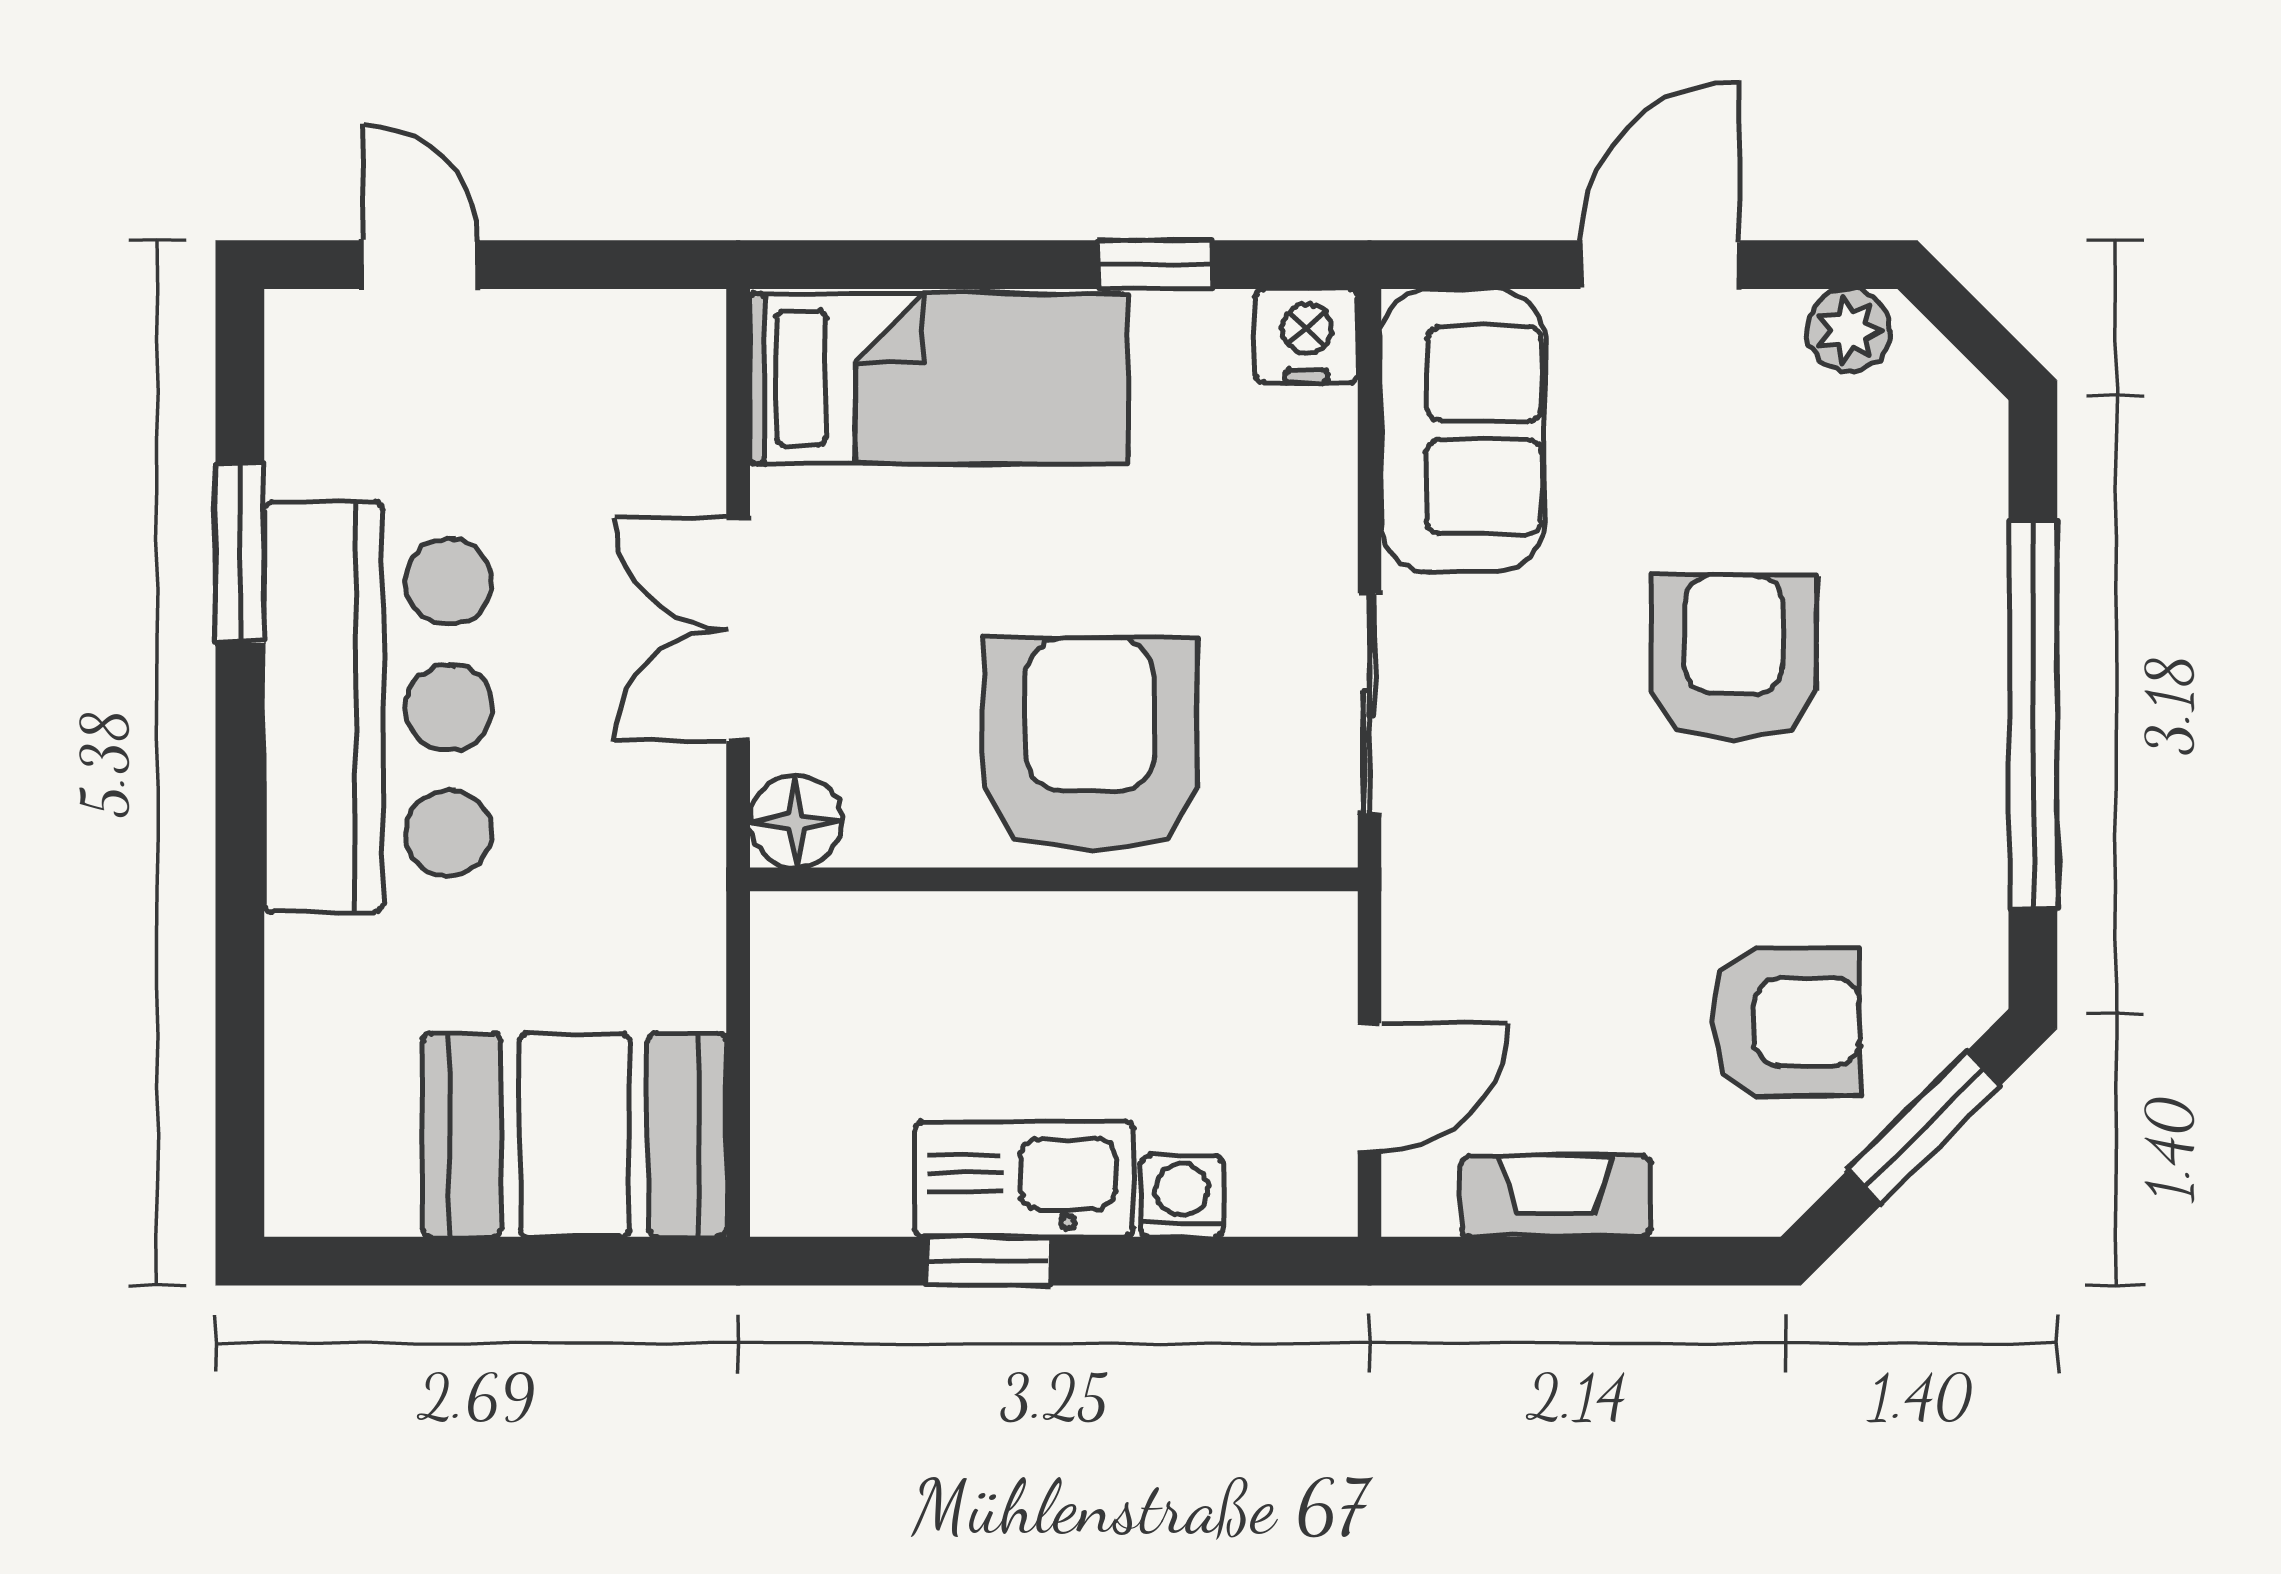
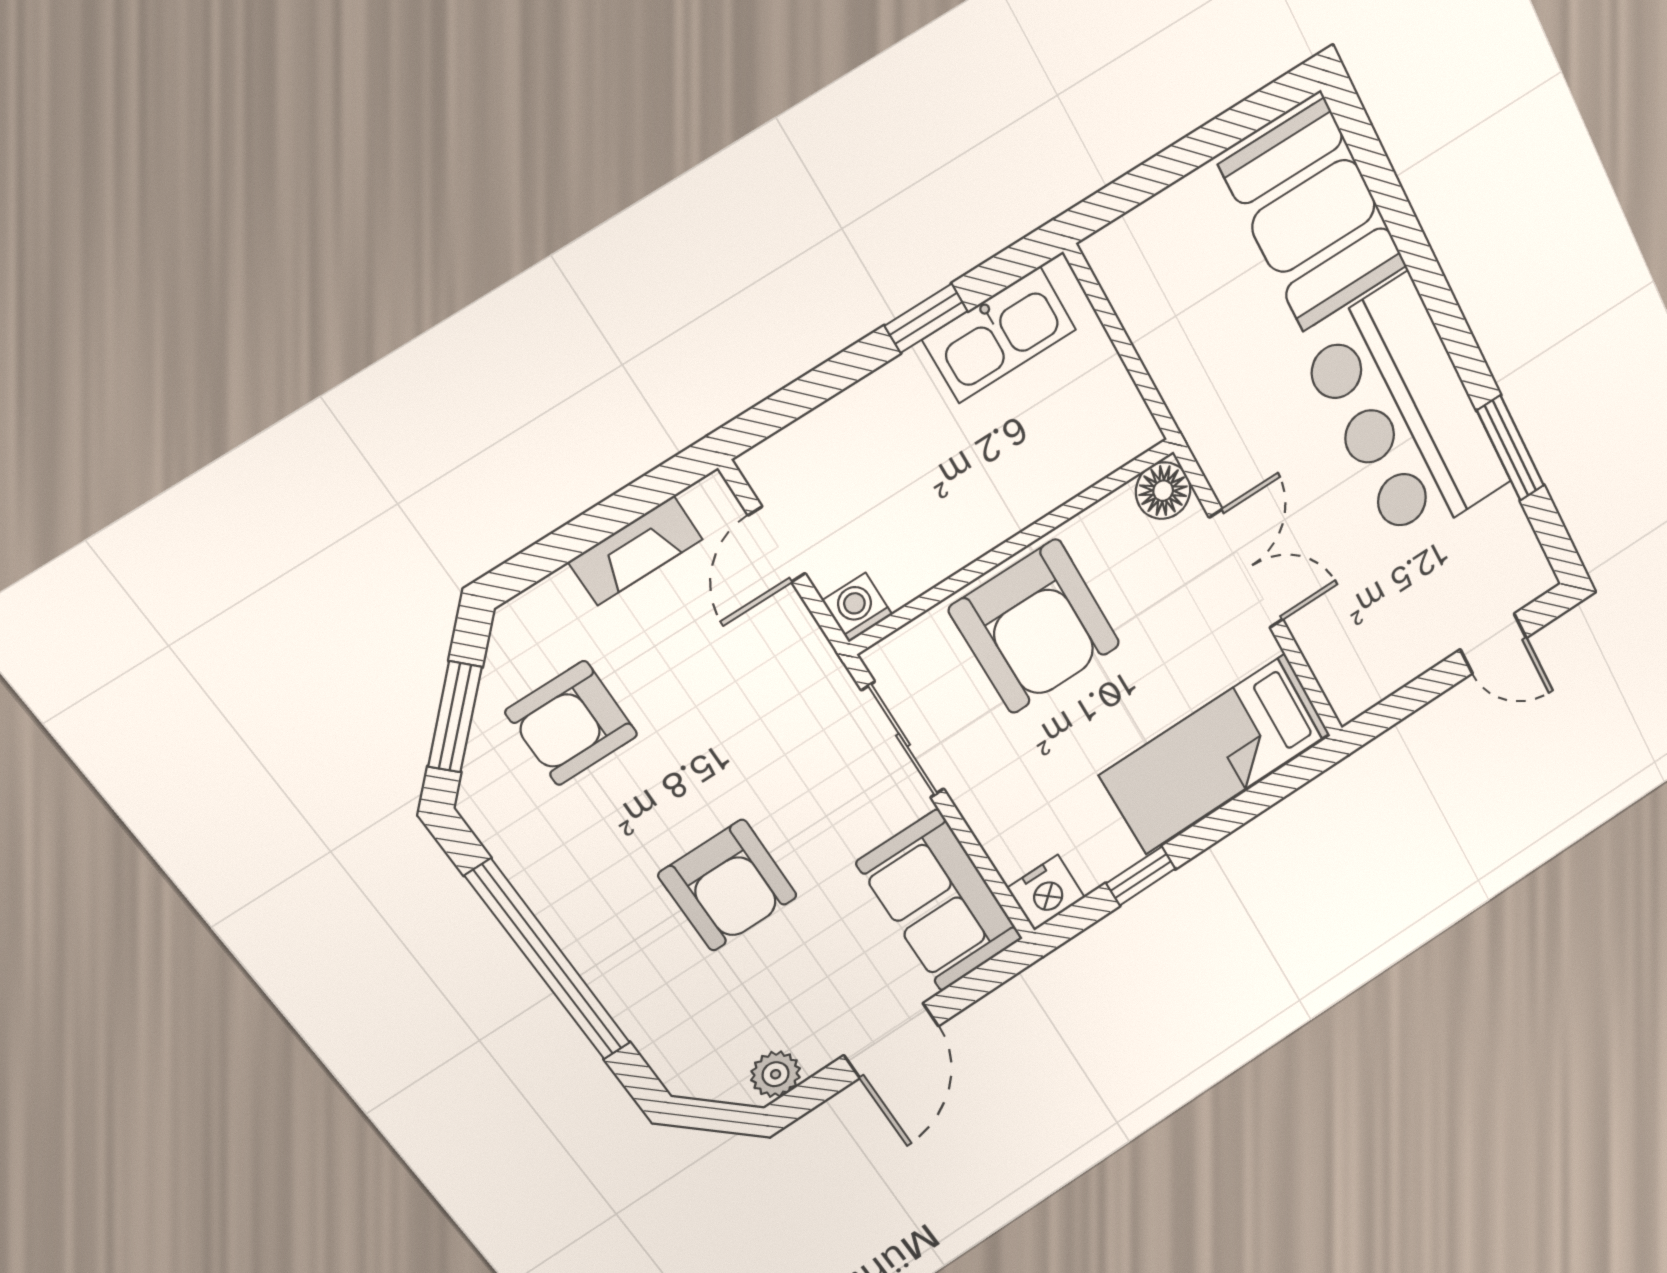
booth: (575, 1135) -> (1314, 216), moved, turned 90
kitchen sink: (1024, 1179) -> (999, 335), moved
washing machine: (1182, 1196) -> (857, 608), moved, turned 180

